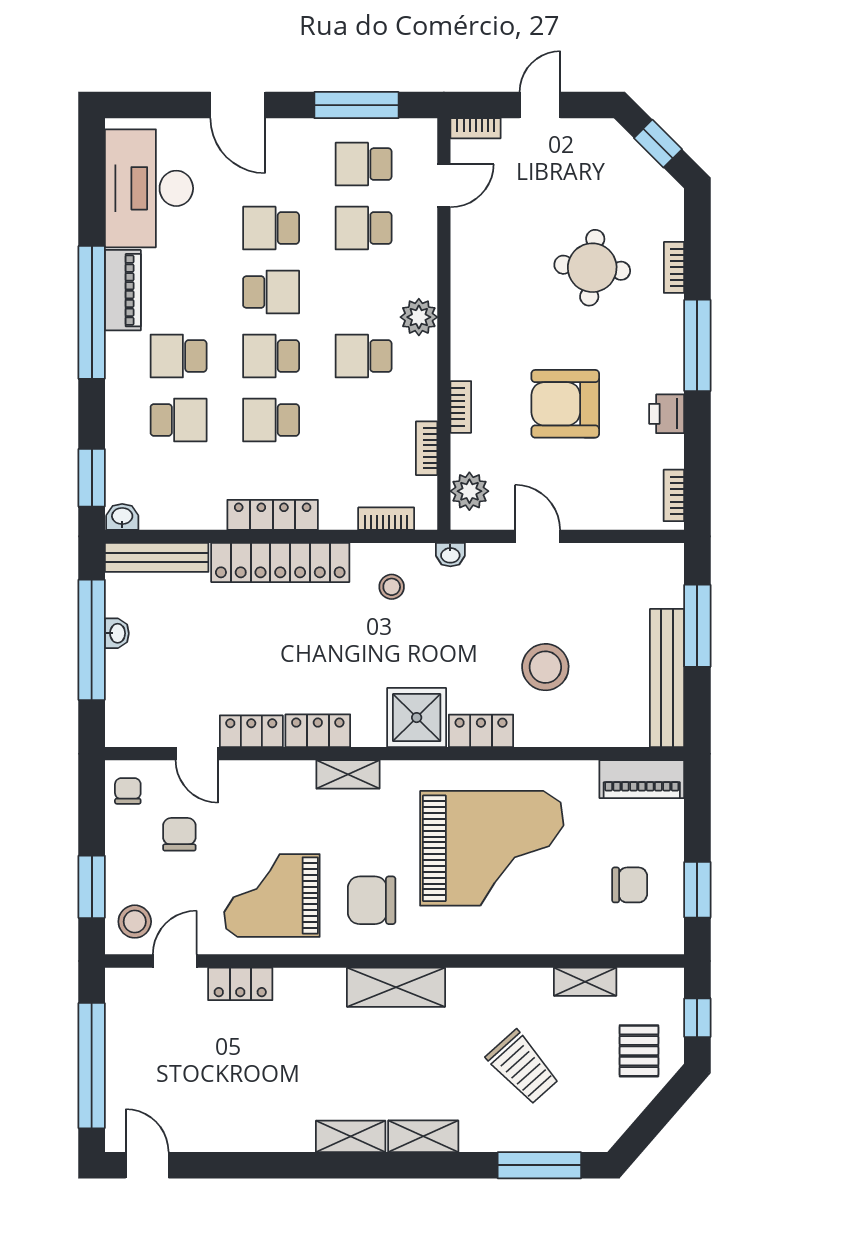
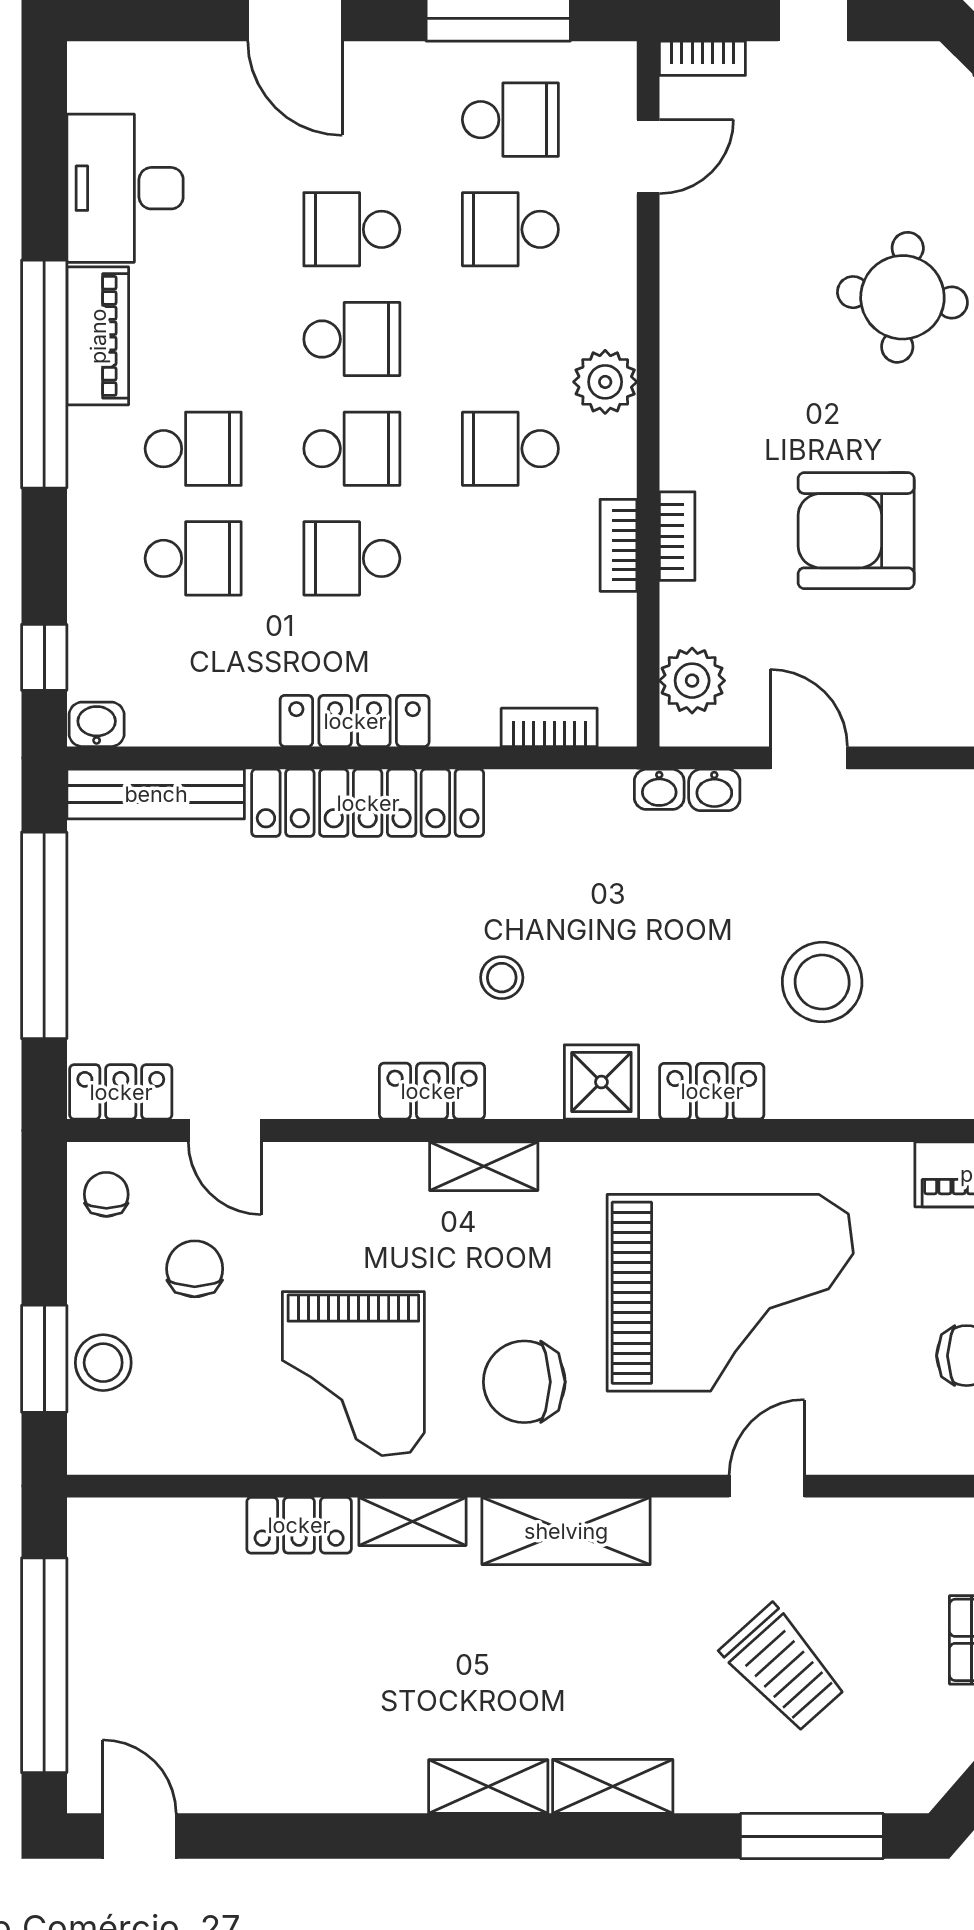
school desk: (364, 164) -> (510, 120), turned 180
desk: (149, 188) -> (125, 188), width x0.73, depth x0.77
school desk: (179, 356) -> (193, 449), turned 180
school desk: (271, 356) -> (352, 449), turned 180
bookcase: (427, 448) -> (618, 545), moved
window: (92, 478) -> (44, 657), width x0.67
stool: (392, 587) -> (502, 978), moved
washbasin: (117, 633) -> (714, 790), moved, turned 90
shower: (417, 718) -> (601, 1082), width x0.73, depth x0.73
locker: (251, 731) -> (121, 1092), moved
grand piano: (272, 895) -> (353, 1374), turned -90
stool: (135, 922) -> (103, 1363), moved
door: (175, 961) -> (767, 1486), moved
shelving: (585, 982) -> (412, 1521), moved

